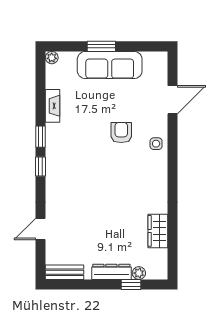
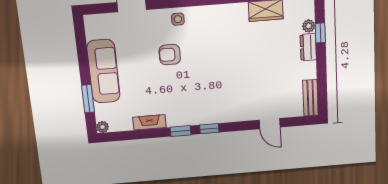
window: (101, 46) -> (88, 99), moved
dresser: (111, 272) -> (308, 47), width x0.70

